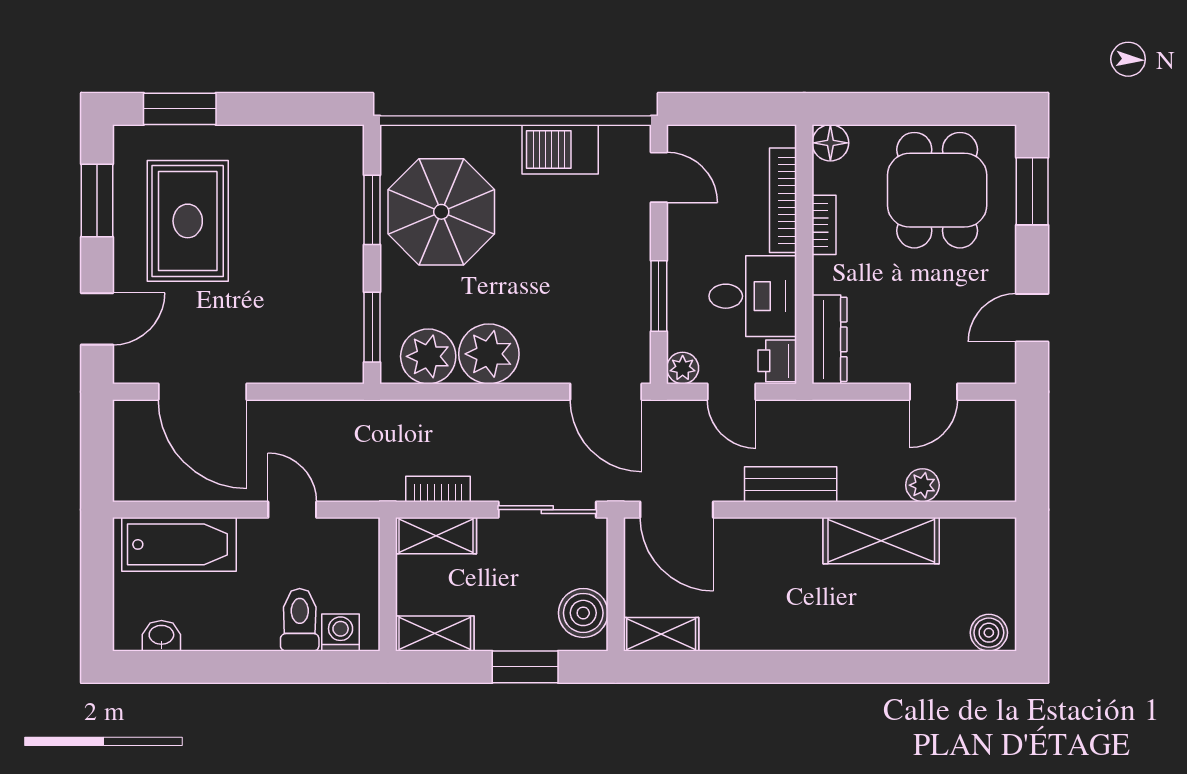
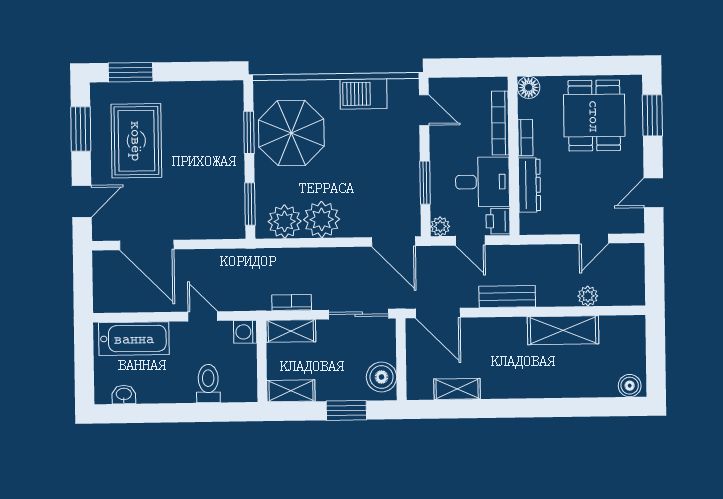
dresser: (830, 339) -> (529, 185), moved
washing machine: (341, 632) -> (245, 332), moved, turned -90
shelving: (661, 634) -> (457, 389), moved

